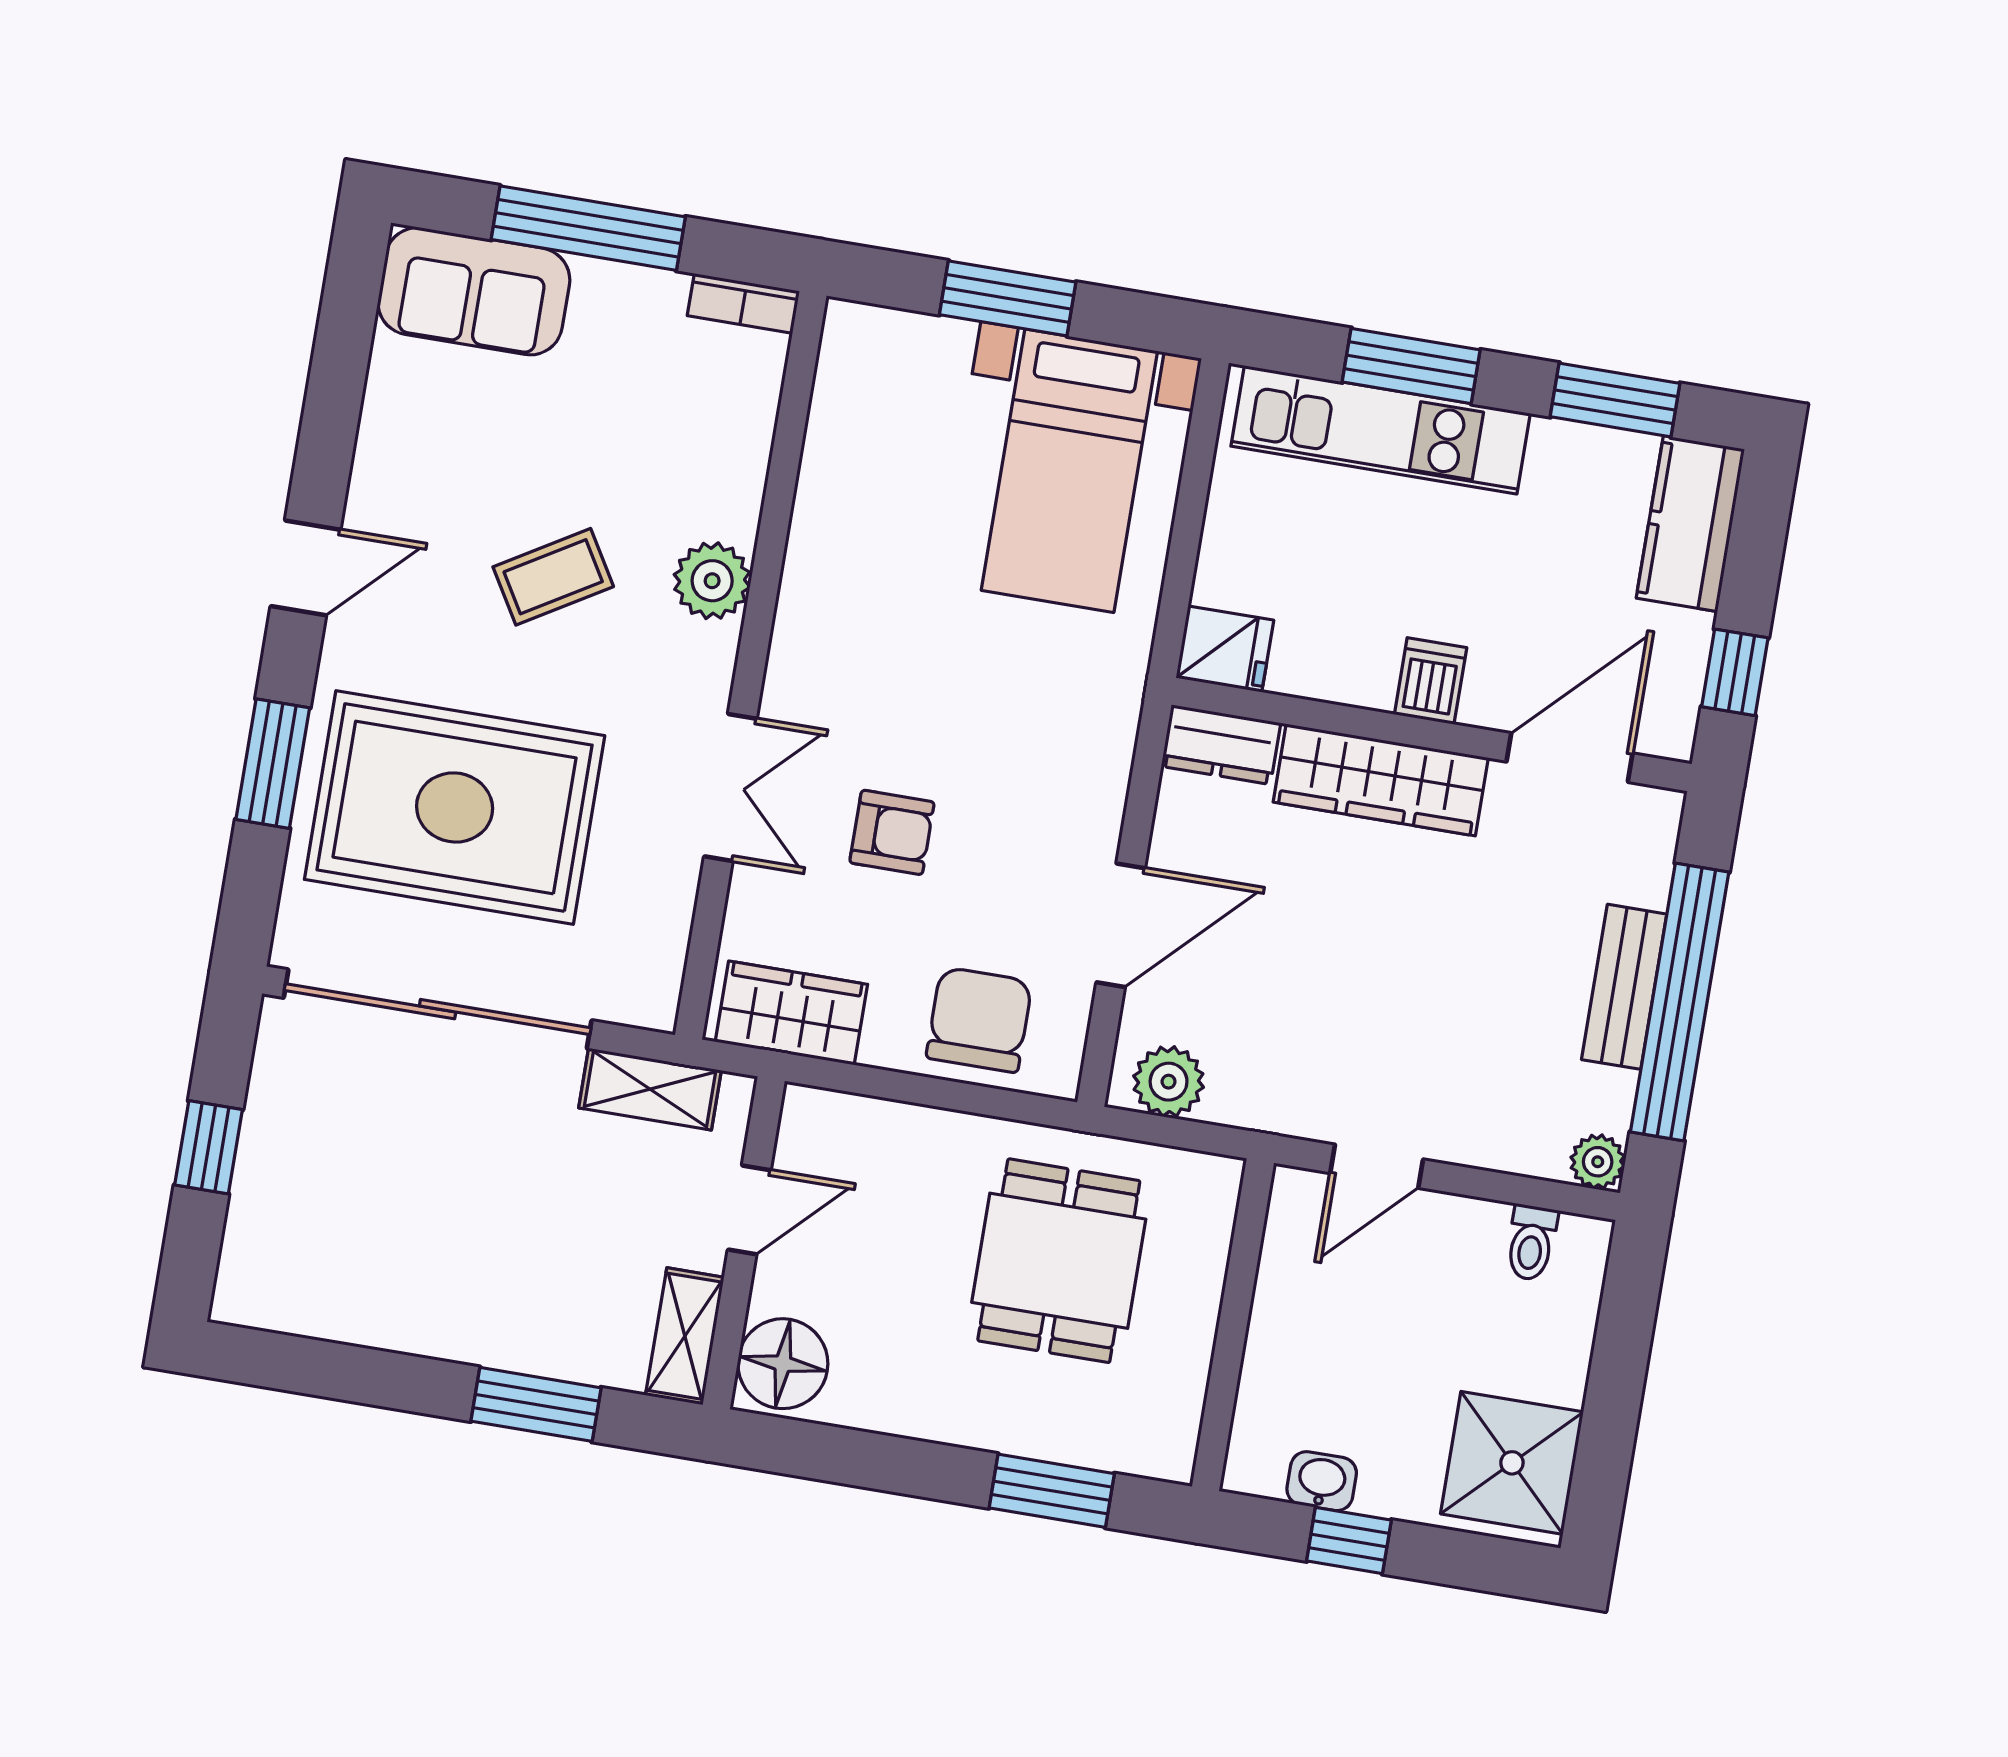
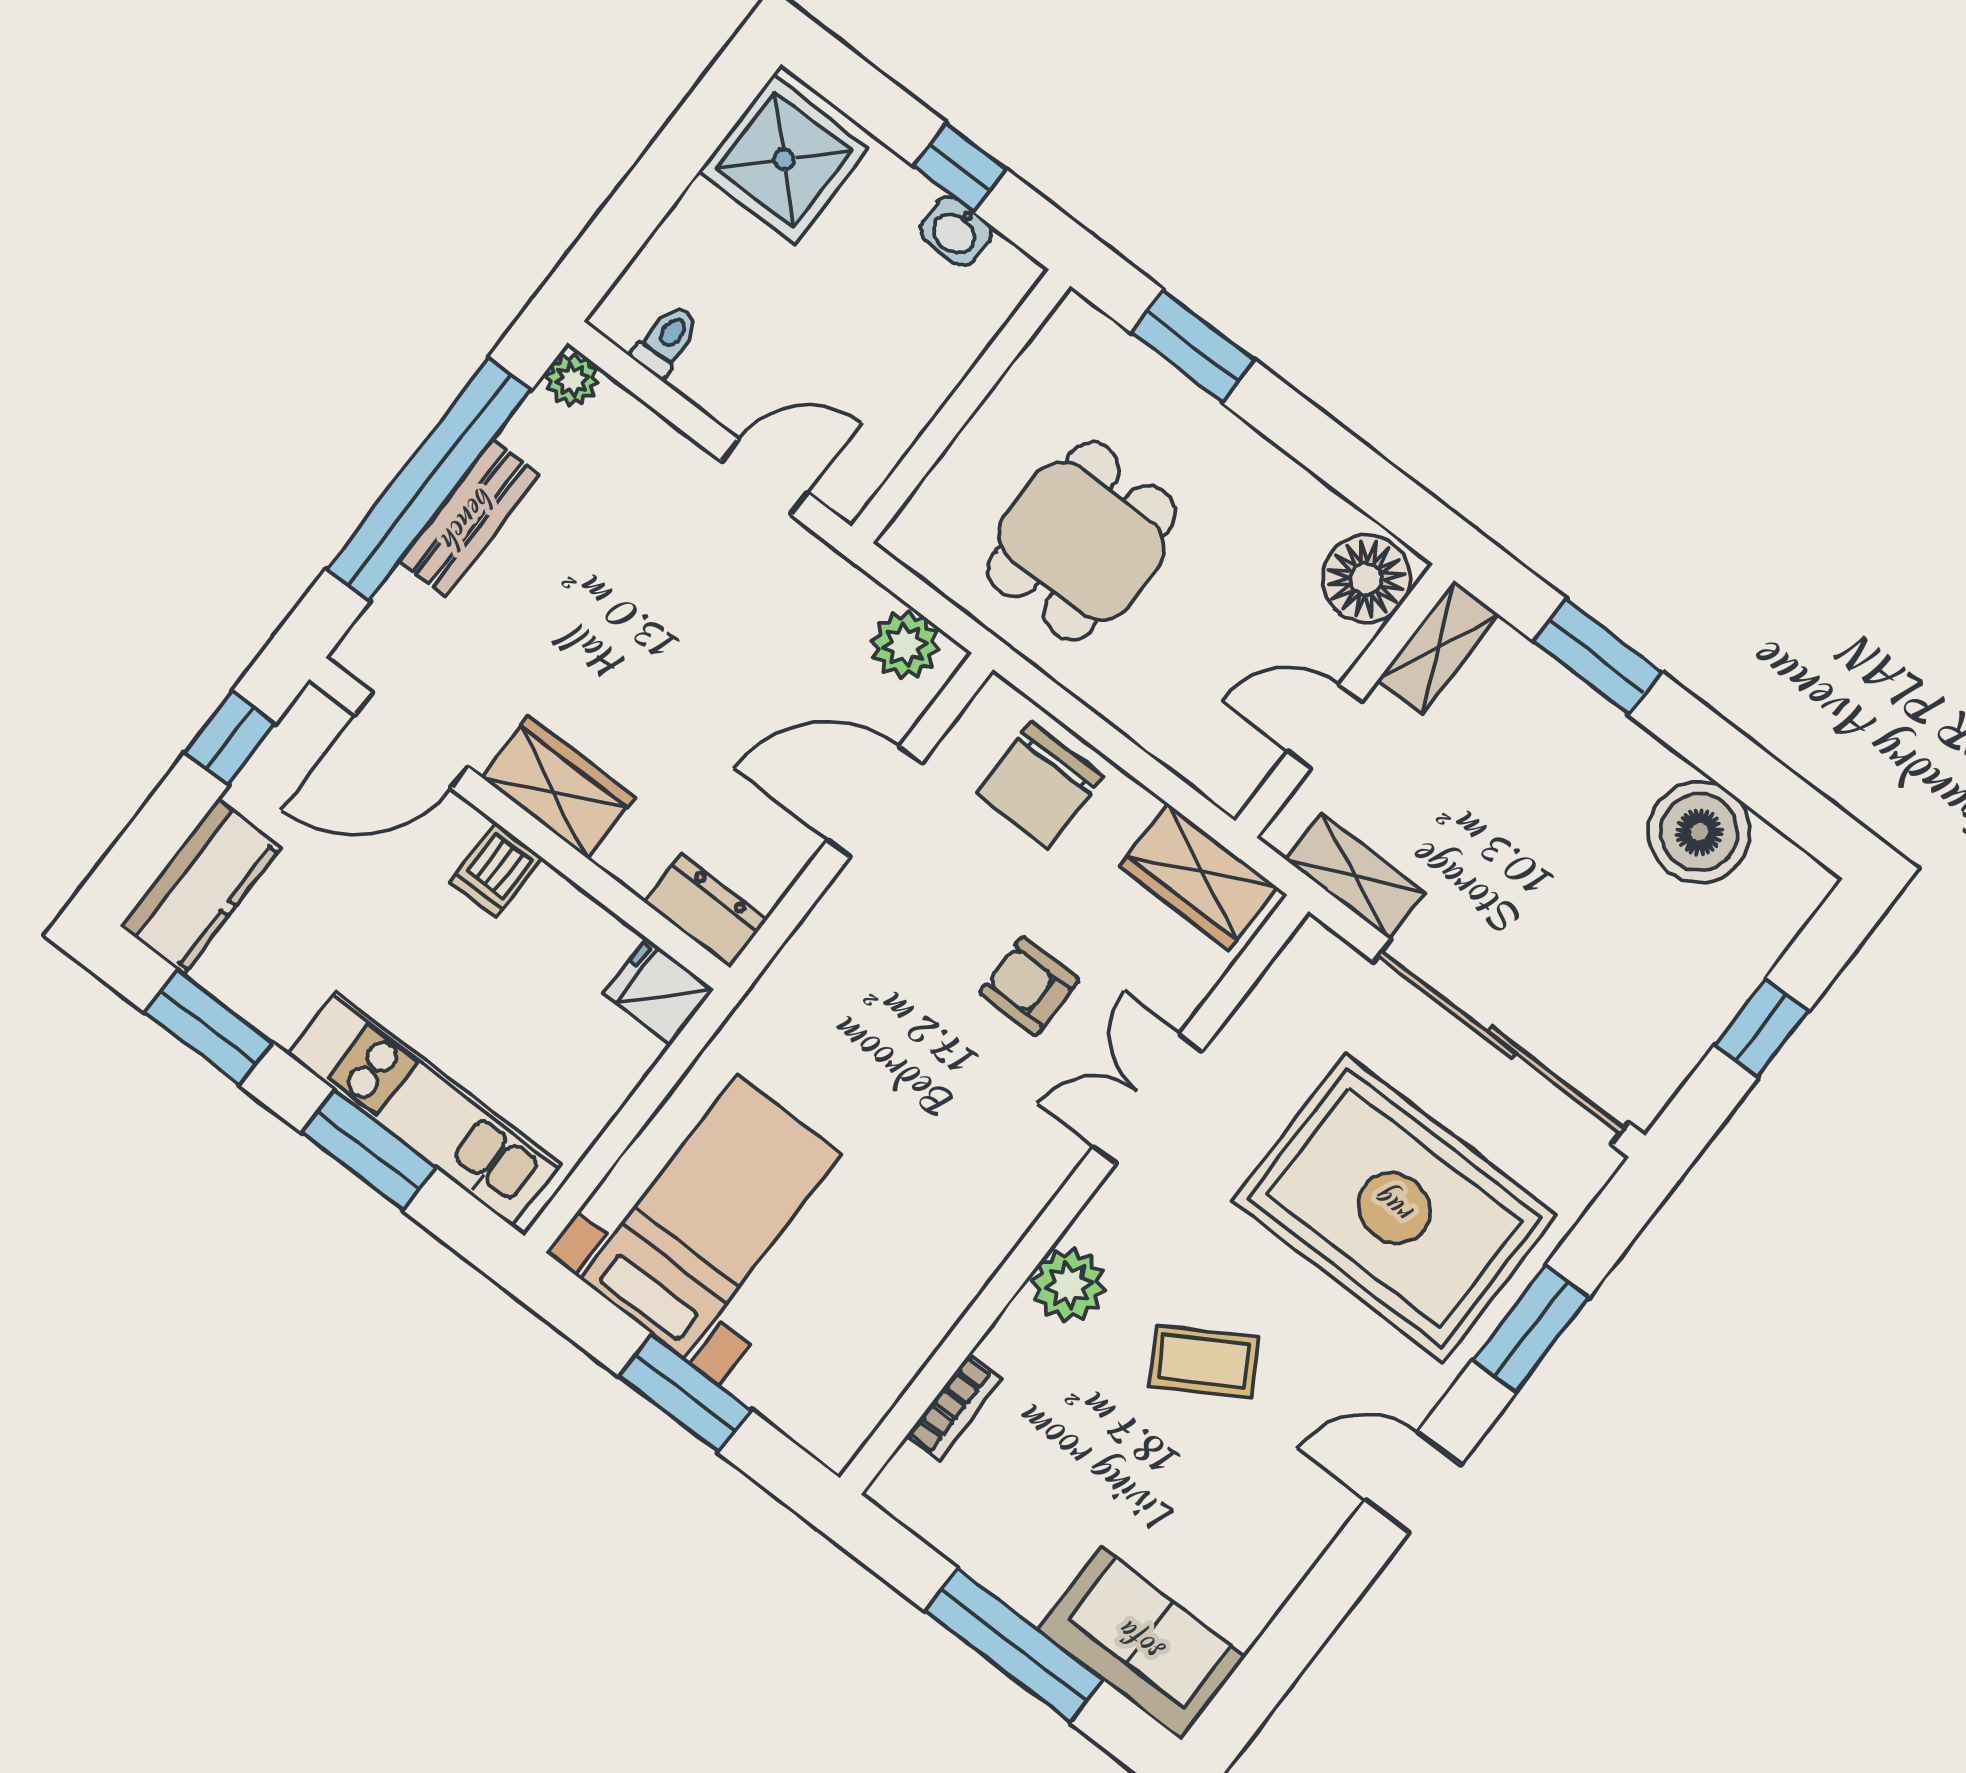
bookcase: (743, 303) -> (954, 1407), moved, turned 90
wardrobe: (1381, 780) -> (558, 787), width x0.67
boiler: (359, 1295) -> (1699, 832), added

